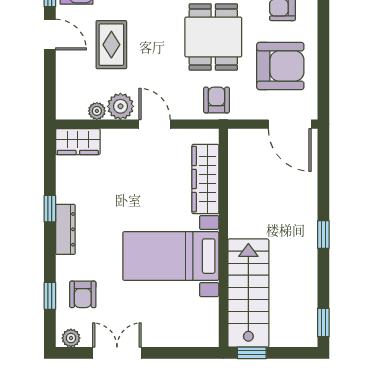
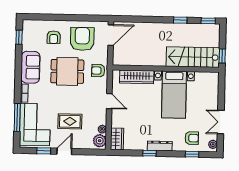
plant: (120, 106) -> (100, 141), moved
door: (155, 124) -> (109, 101), swing flipped
window: (323, 234) -> (180, 20), moved

